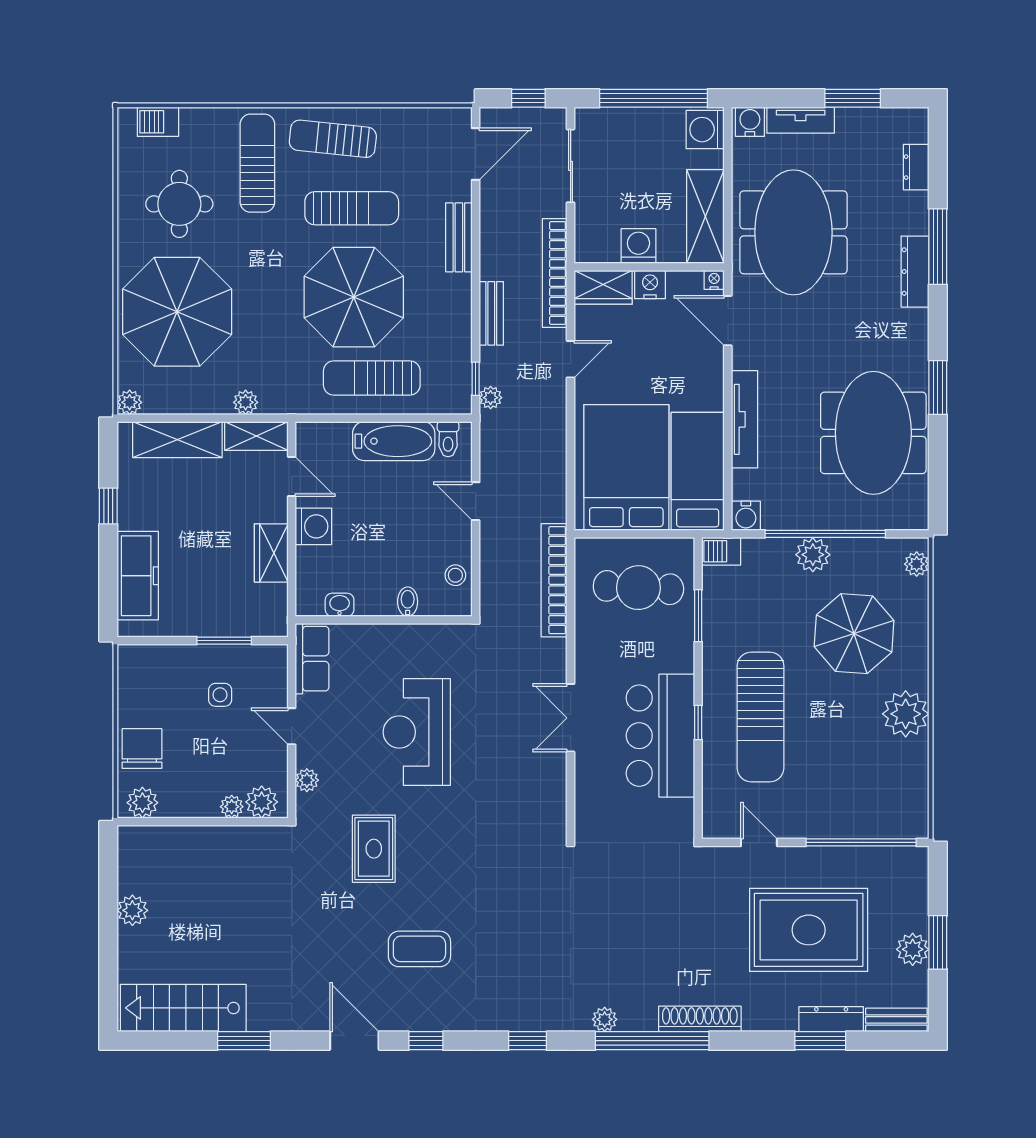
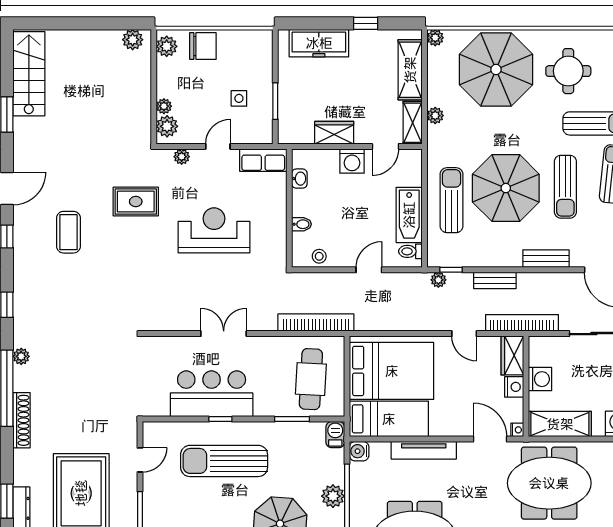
door: (728, 321) -> (490, 439), hinge flipped
plant: (132, 910) -> (133, 40), moved

